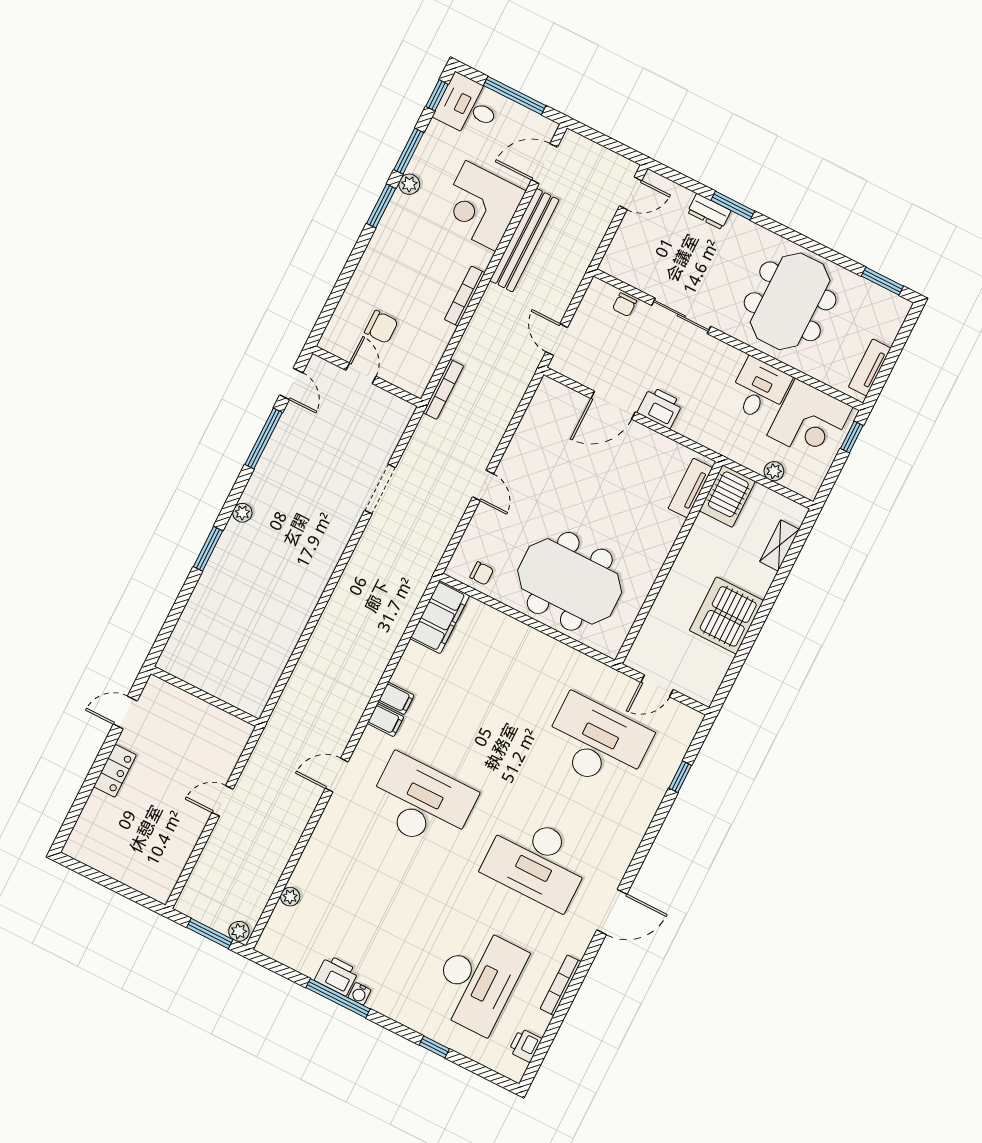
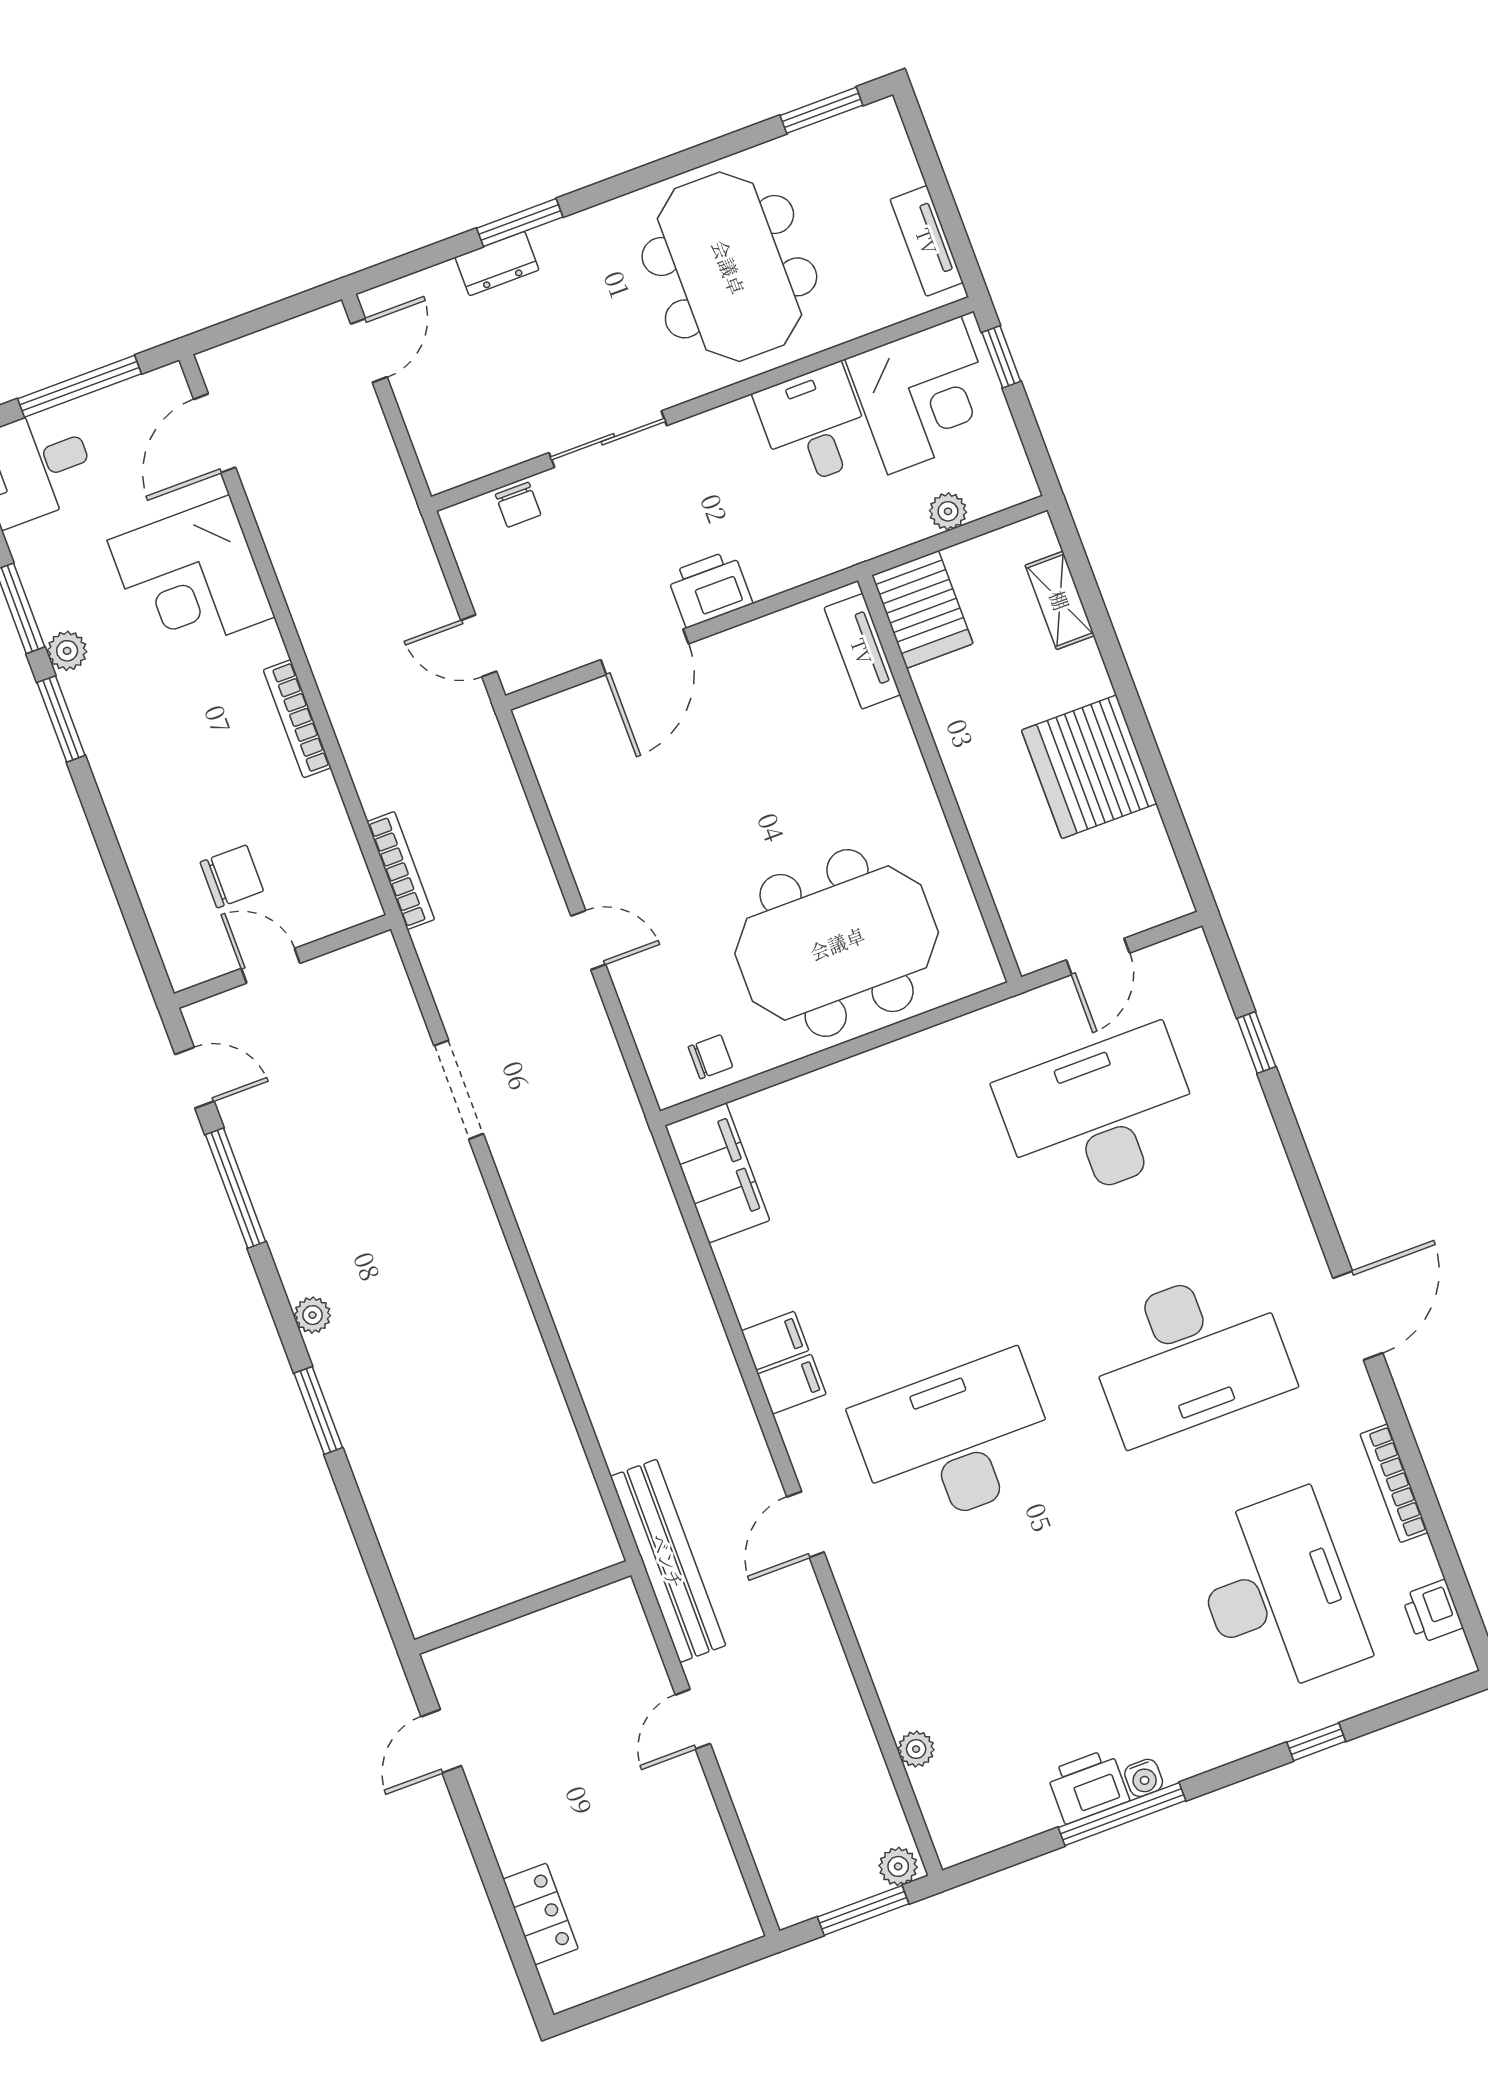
bench: (524, 240) -> (668, 1561), moved
locker: (115, 771) -> (541, 1914), moved

